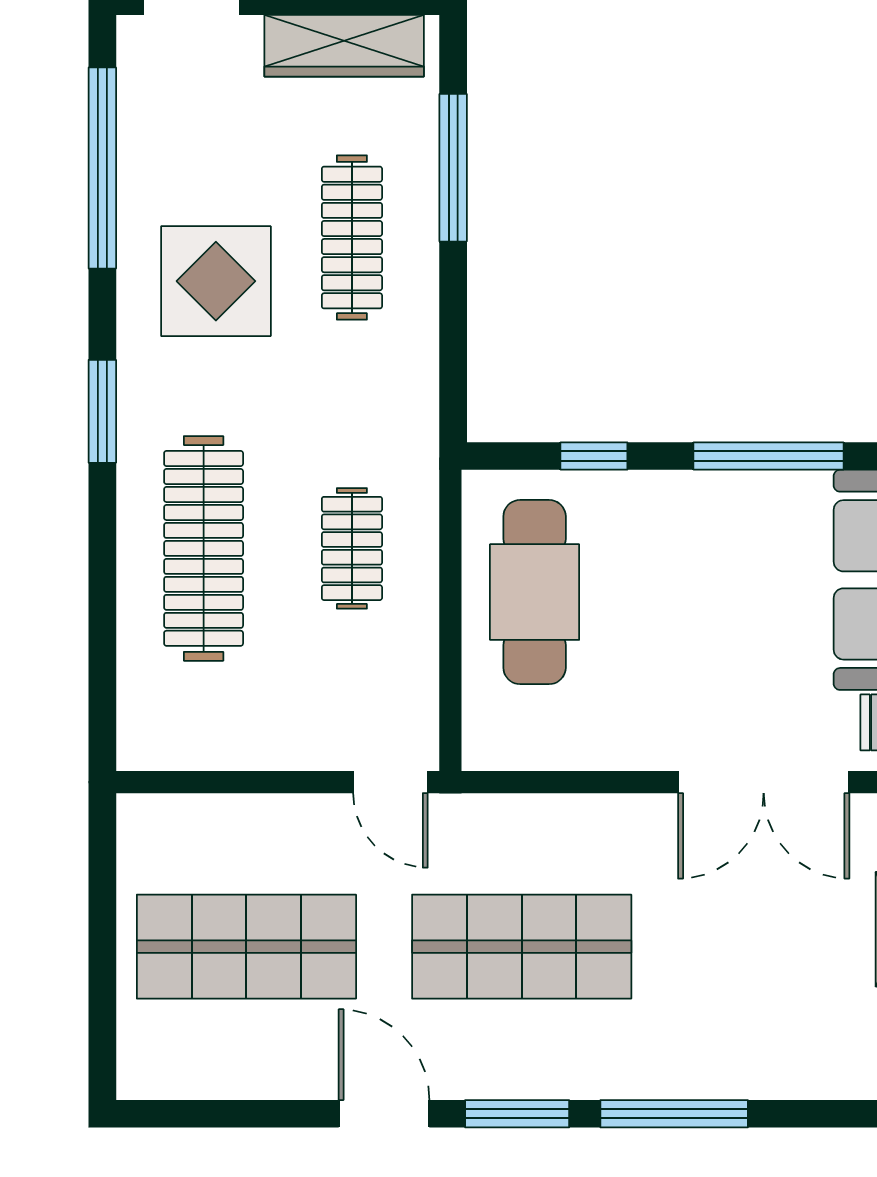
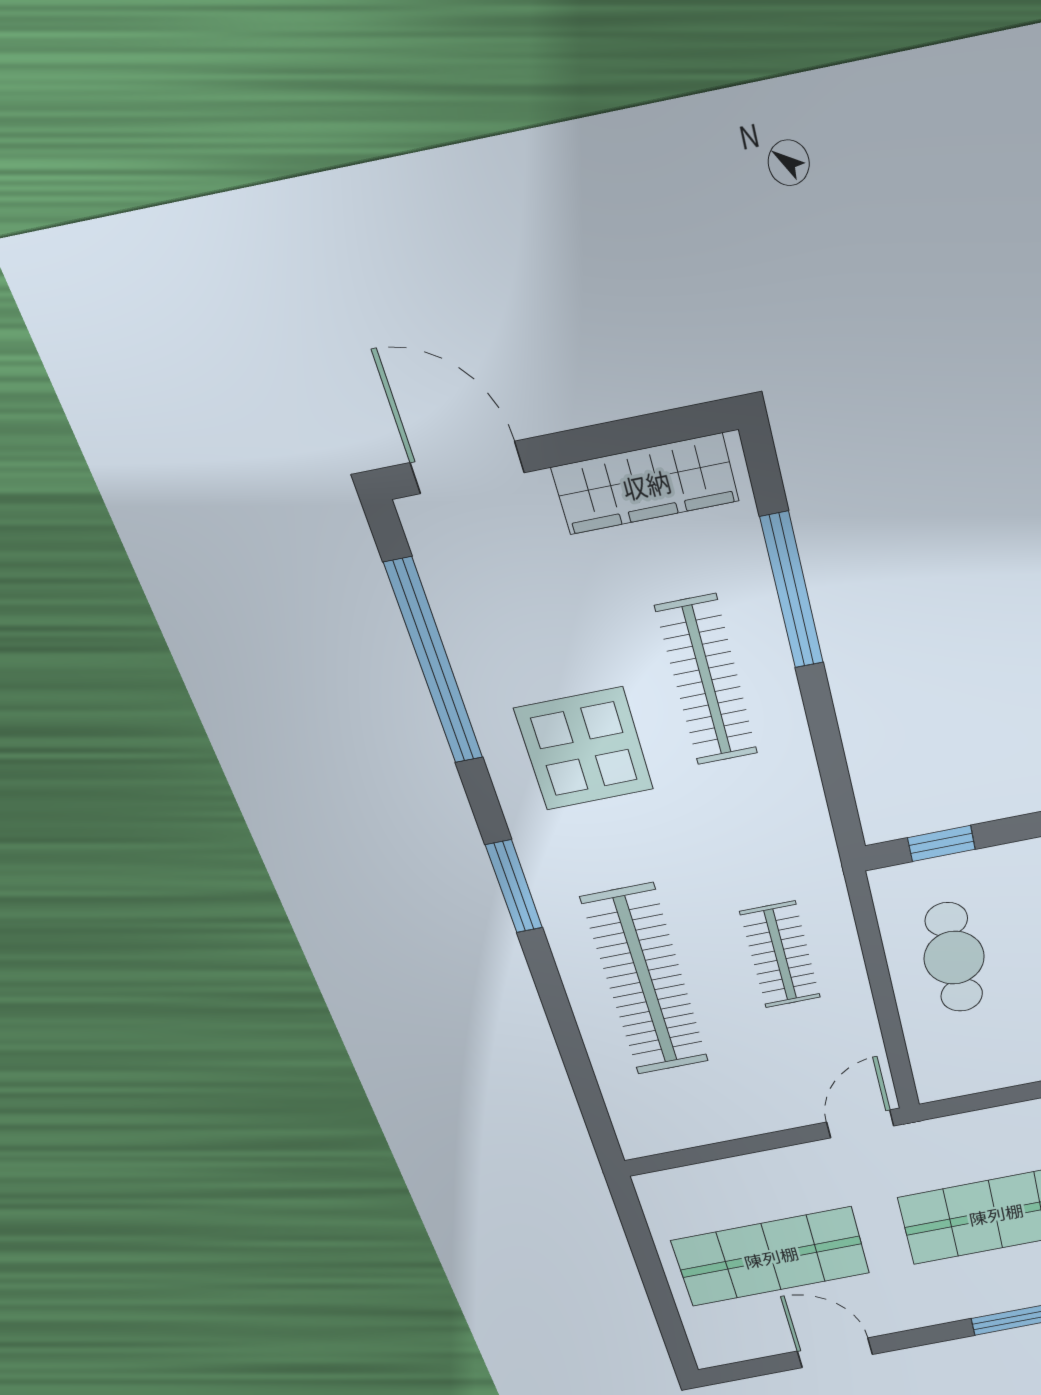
window: (594, 456) -> (941, 844), moved
cafe table: (535, 592) -> (954, 958), width x0.73, depth x0.74
door: (390, 782) -> (860, 1124), swing flipped
door: (384, 1114) -> (835, 1353), moved

